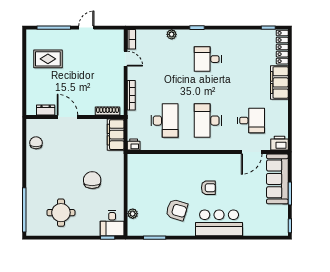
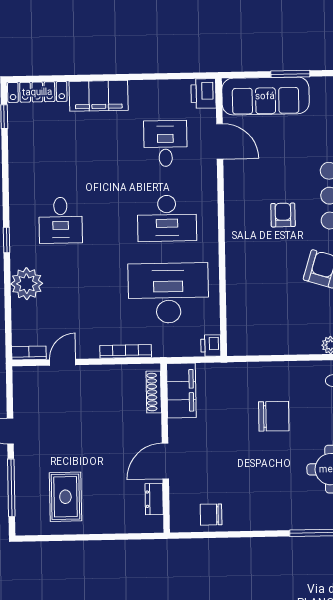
plant: (172, 34) -> (27, 284), width x1.87, depth x1.87
desk: (165, 121) -> (168, 293), width x1.36, depth x1.30
filing cabinet: (116, 135) -> (181, 391), moved, turned -90
chair: (92, 180) -> (274, 416), turned 180

